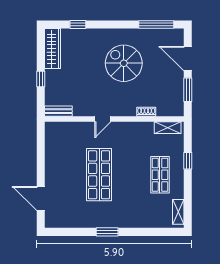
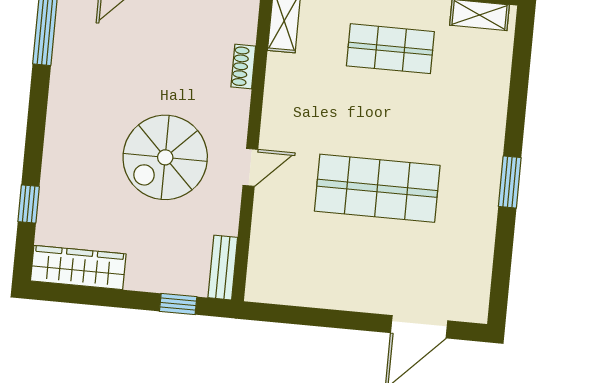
spiral stairs: (124, 63) -> (165, 157), moved
window: (41, 79) -> (178, 304), moved
door: (103, 119) -> (250, 167), hinge flipped

